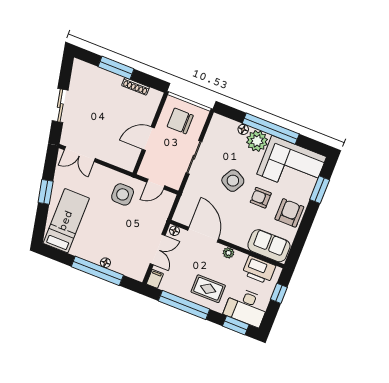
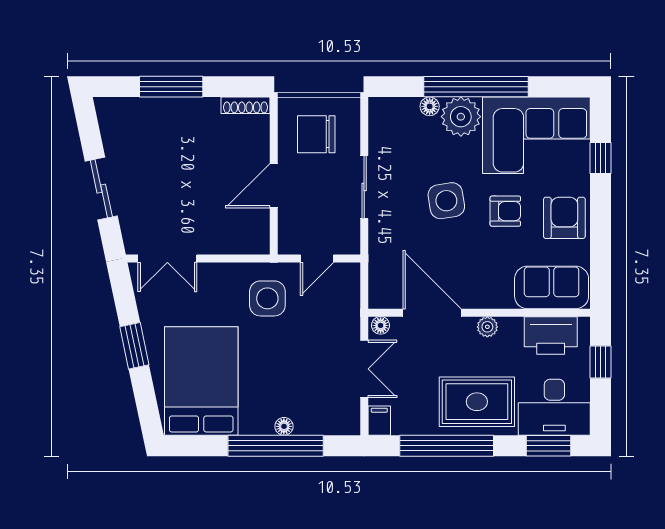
shoe rack: (136, 86) -> (245, 105), moved
side table: (233, 181) -> (446, 201), turned -37
window: (320, 190) -> (600, 158), width x0.67
armchair: (261, 198) -> (505, 211), turned 180
bed: (66, 221) -> (201, 381), width x1.50
rug: (208, 289) -> (477, 402), width x1.36, depth x1.43

